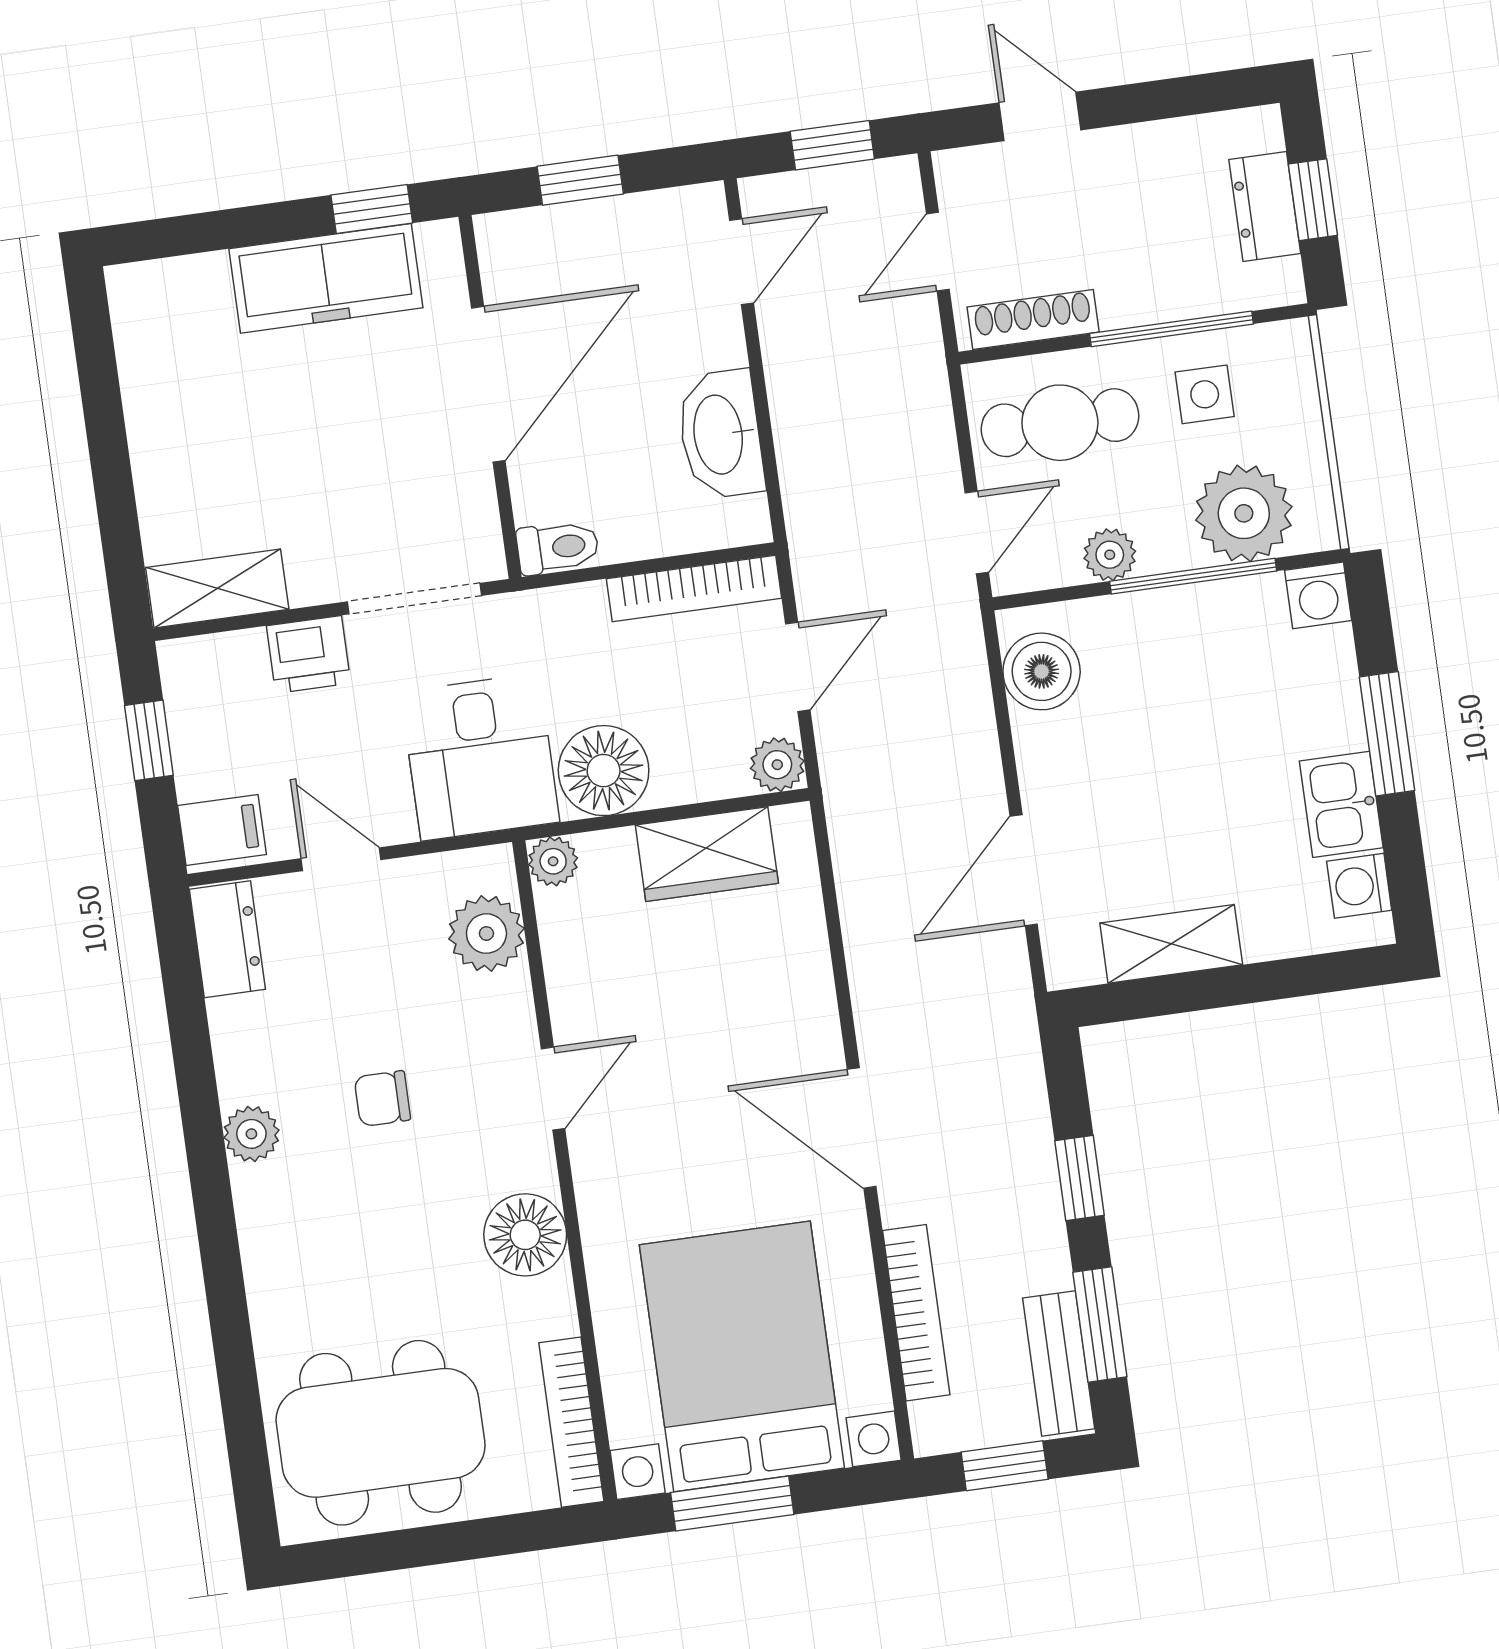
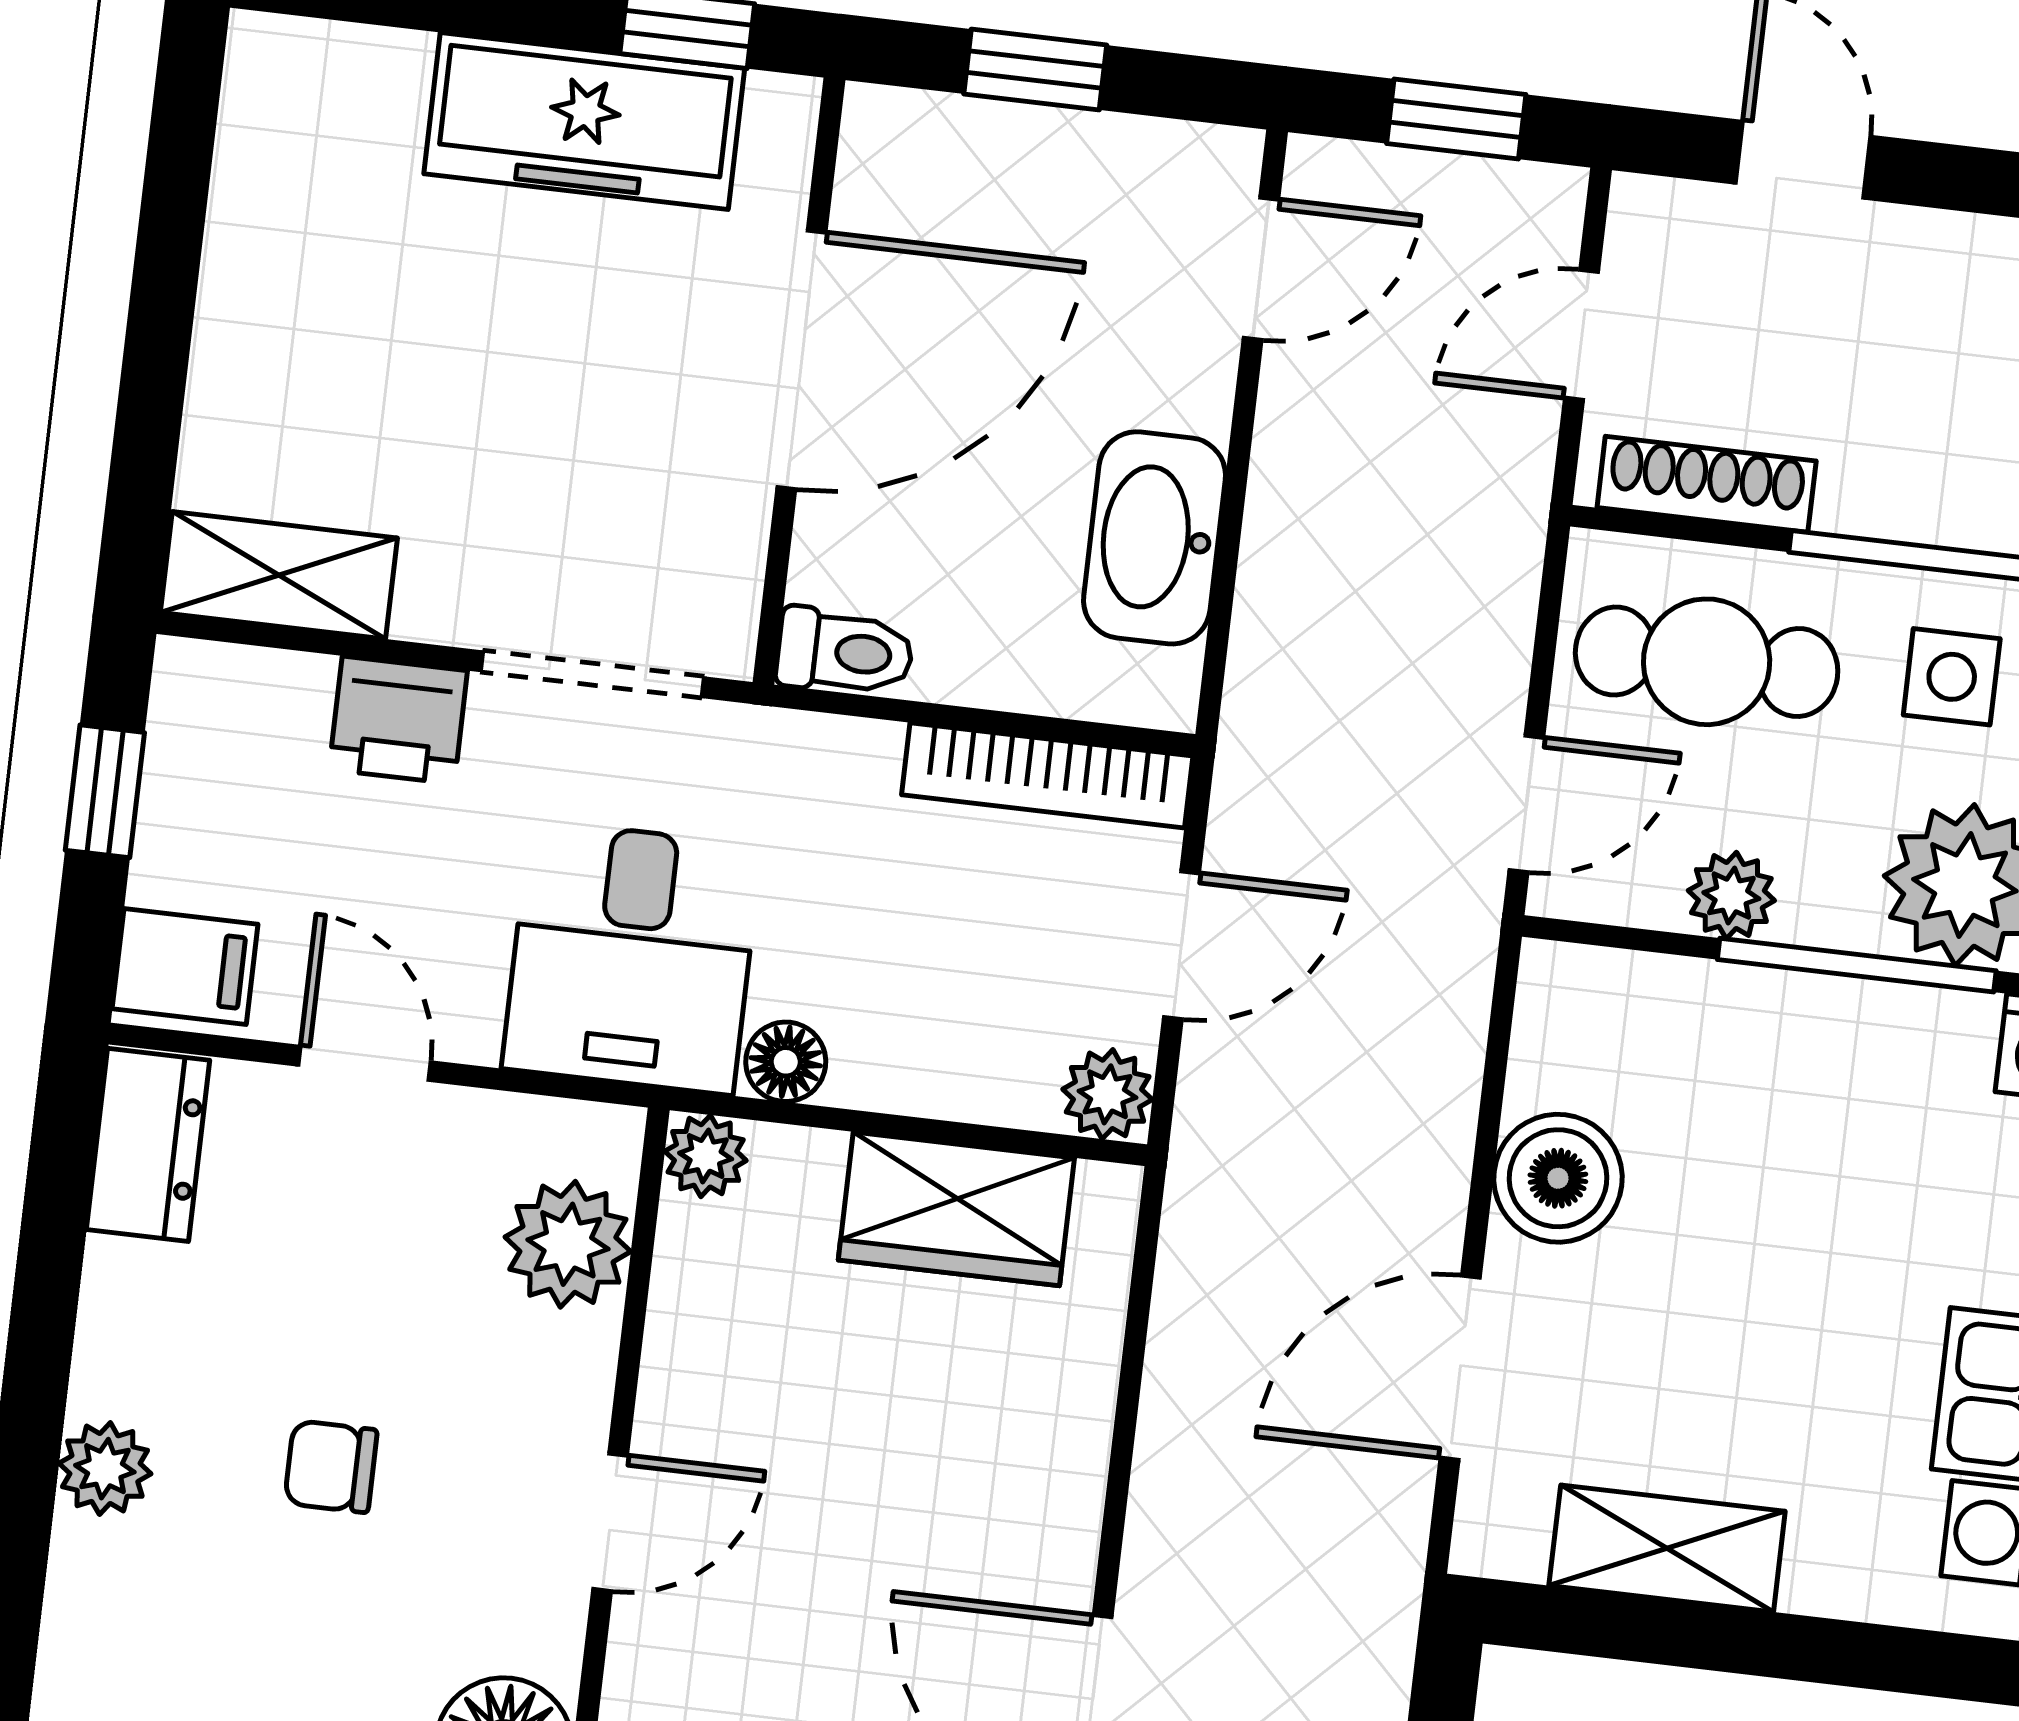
boiler: (1042, 671) -> (1558, 1178), moved
floor lamp: (604, 771) -> (786, 1062), width x0.53, depth x0.53

